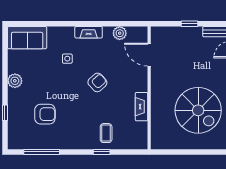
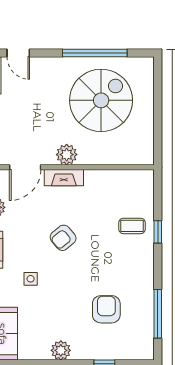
armchair: (97, 82) -> (63, 238), turned -88
plant: (158, 85) -> (67, 155), added
fireplace: (141, 107) -> (64, 178), moved

